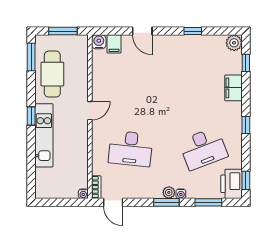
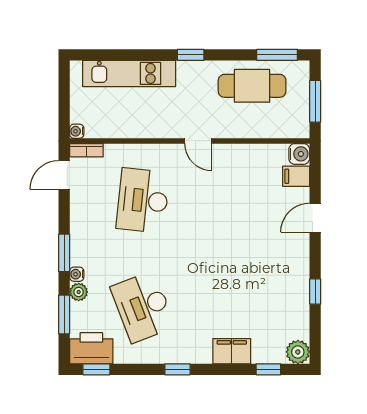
kitchen unit: (44, 135) -> (129, 73), moved
plant: (169, 192) -> (79, 292), moved

